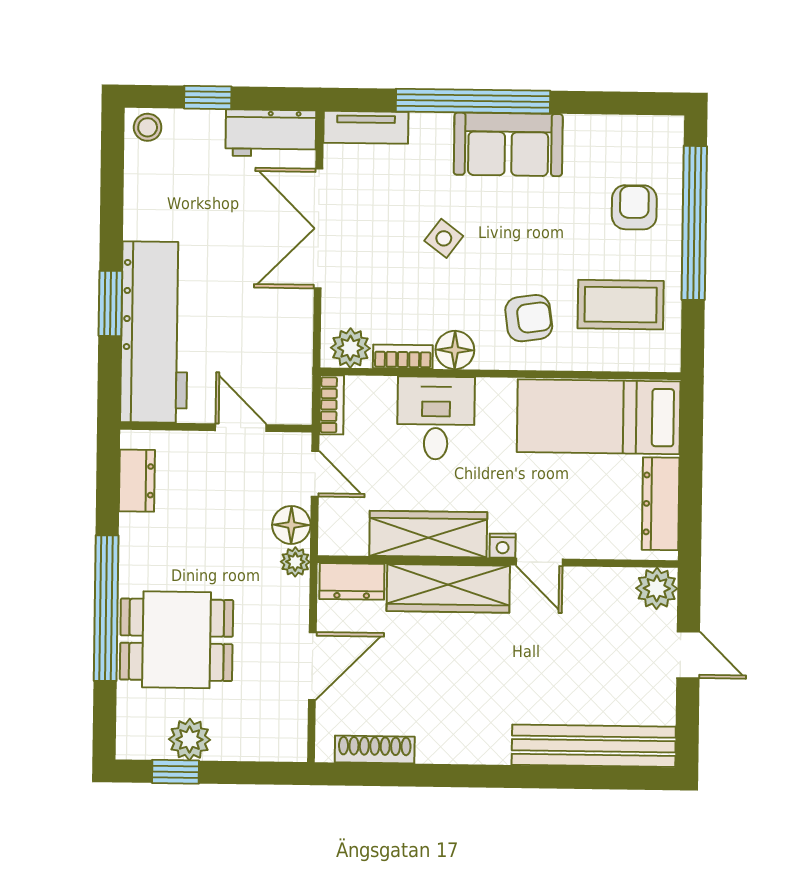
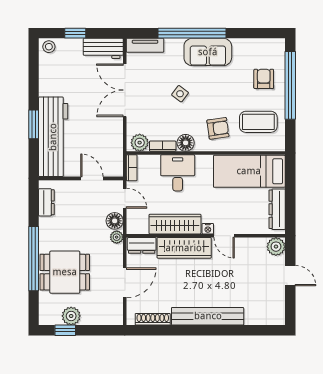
bench: (594, 746) -> (208, 316), moved

